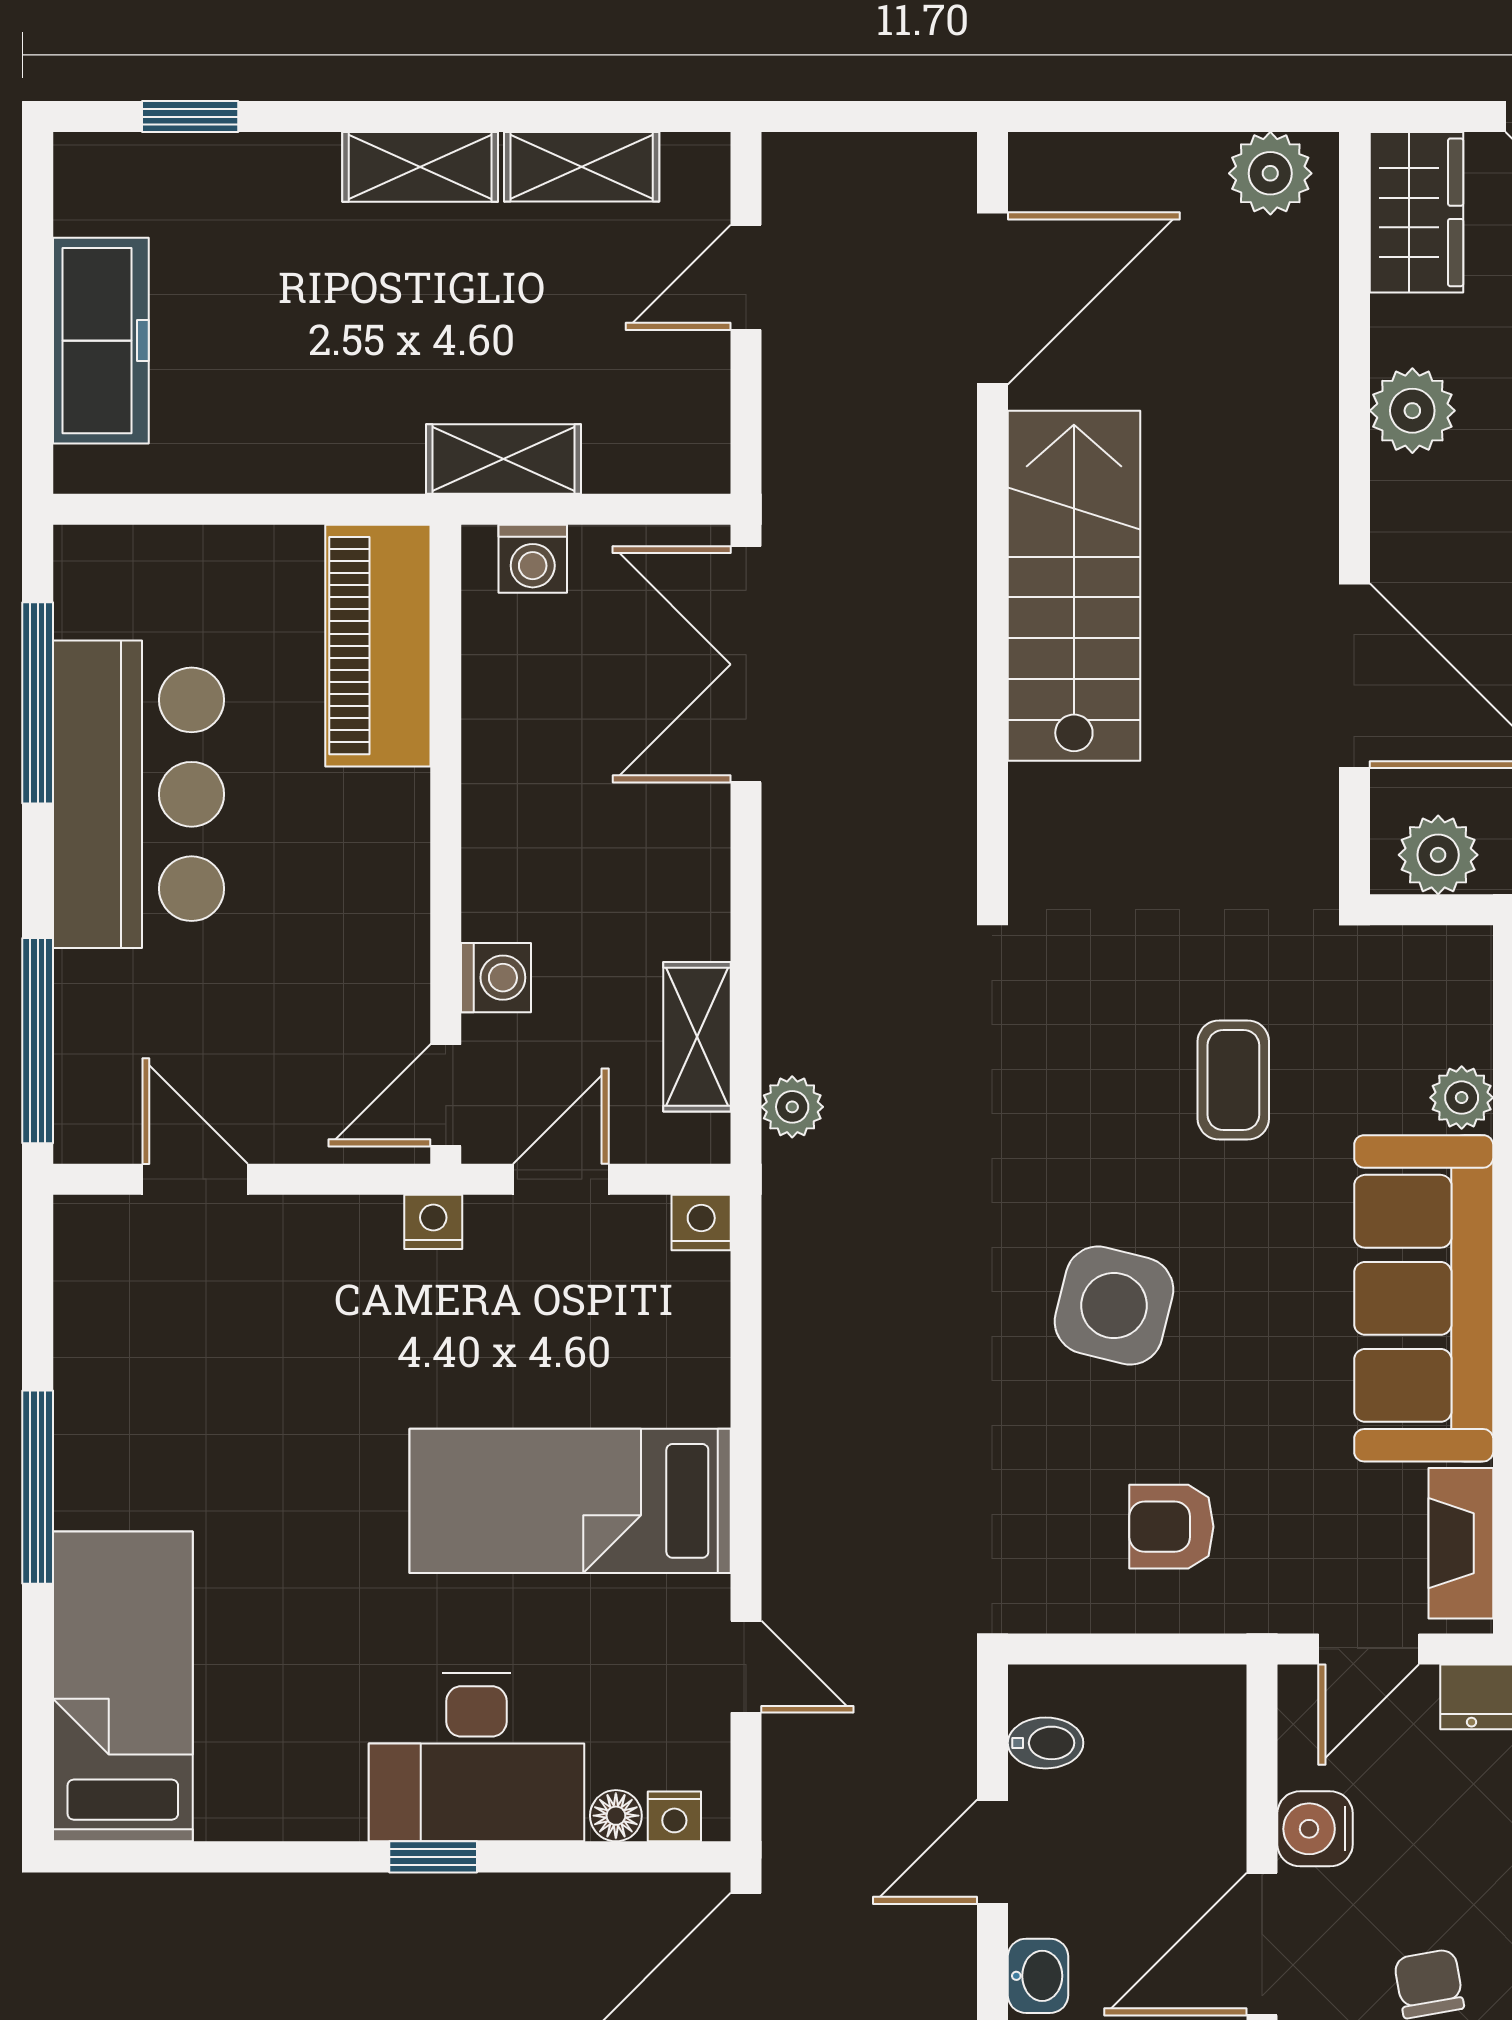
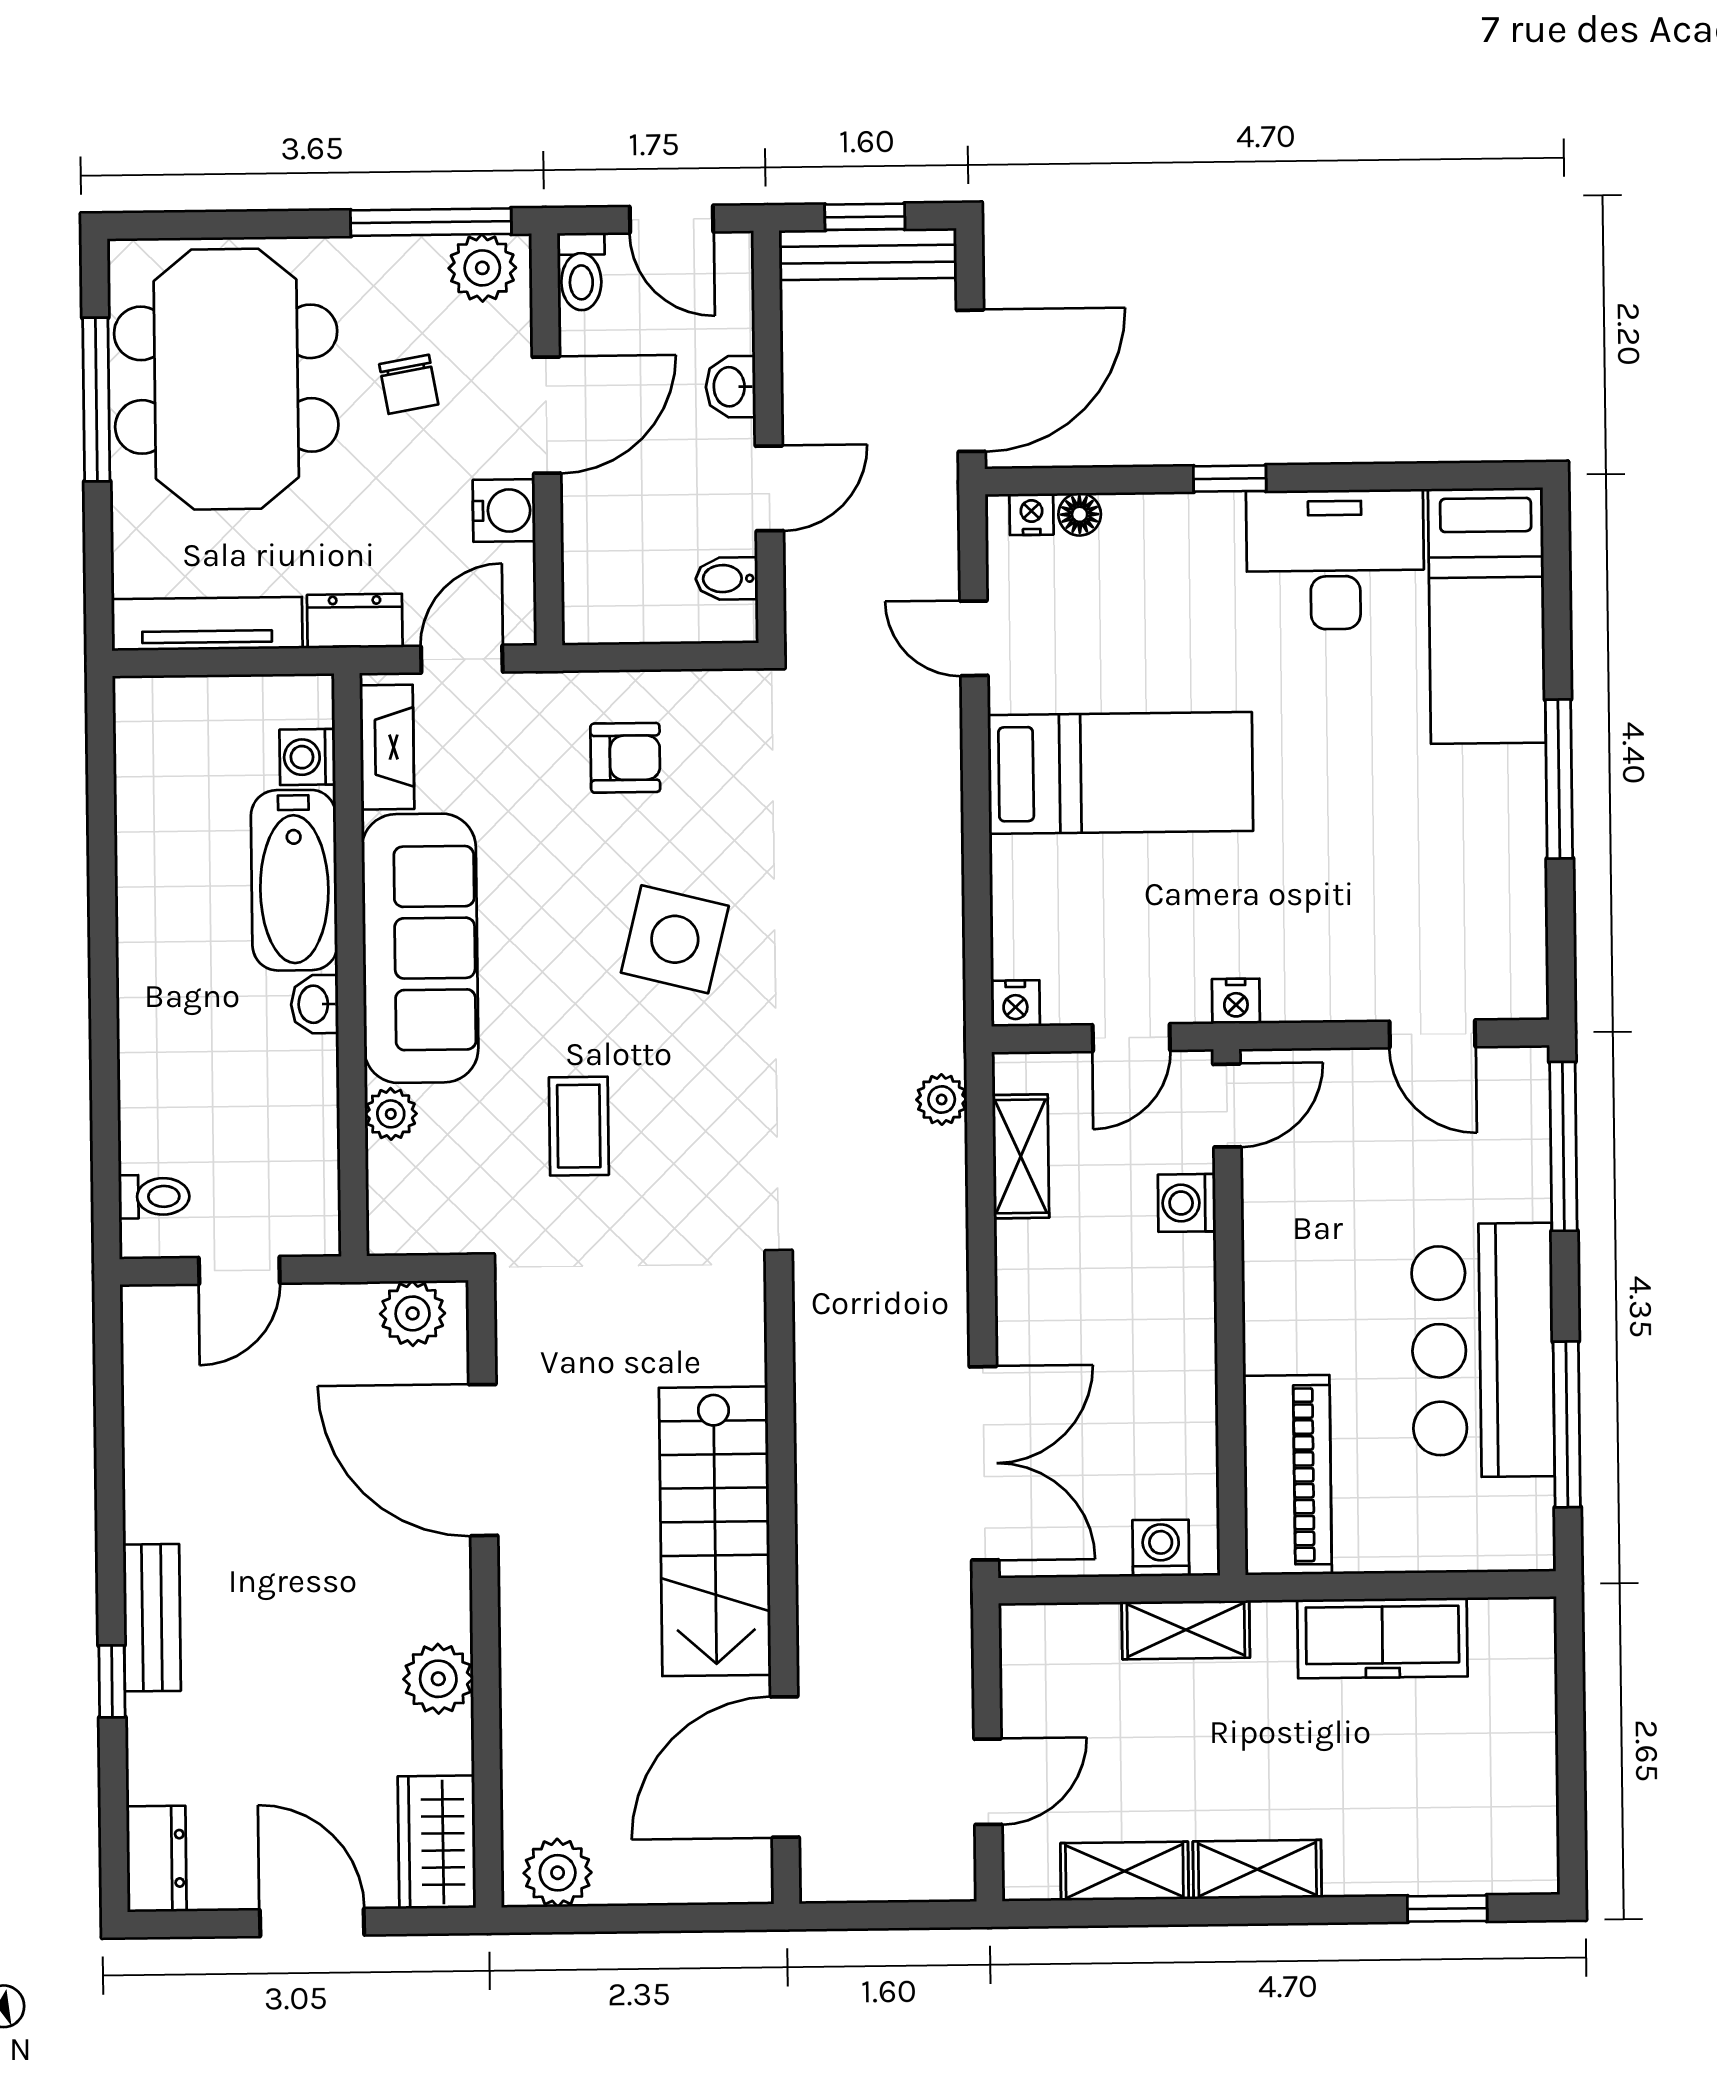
freezer: (101, 341) -> (1382, 1638), moved, turned -90
desk: (477, 1757) -> (1335, 560), moved

